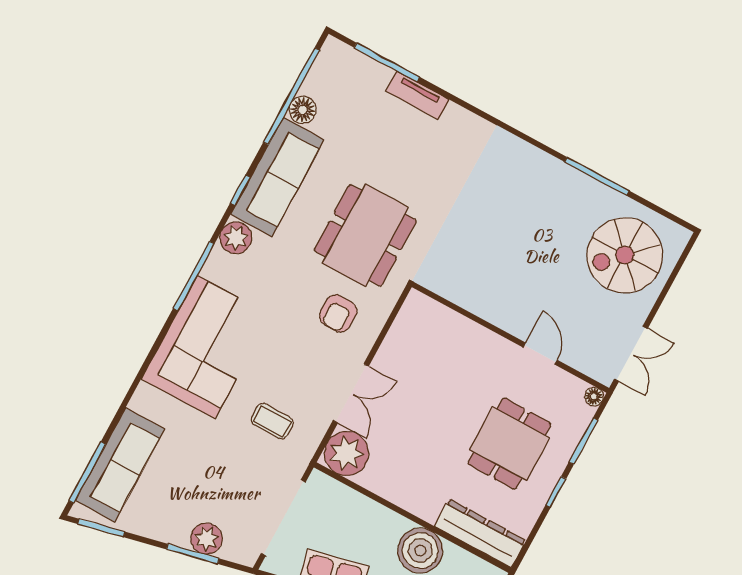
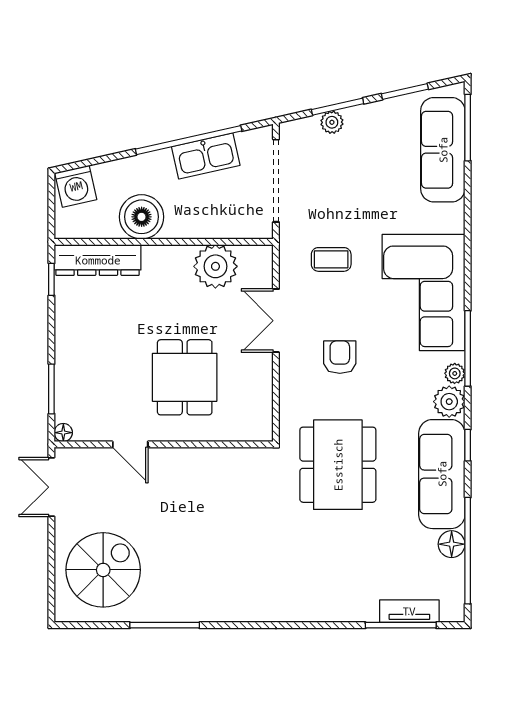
tv unit: (418, 95) -> (409, 611), moved
plant: (217, 260) -> (455, 373), added
armchair: (338, 313) -> (340, 357), moved
dining table: (509, 444) -> (185, 377), moved
plant: (346, 453) -> (215, 266), moved
window: (556, 492) -> (51, 279), moved
window: (101, 528) -> (405, 92), moved
plant: (206, 539) -> (332, 122), width x0.73, depth x0.73

